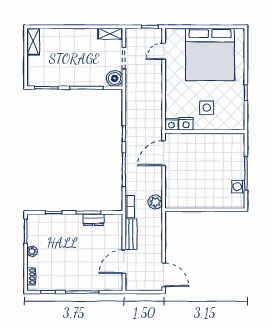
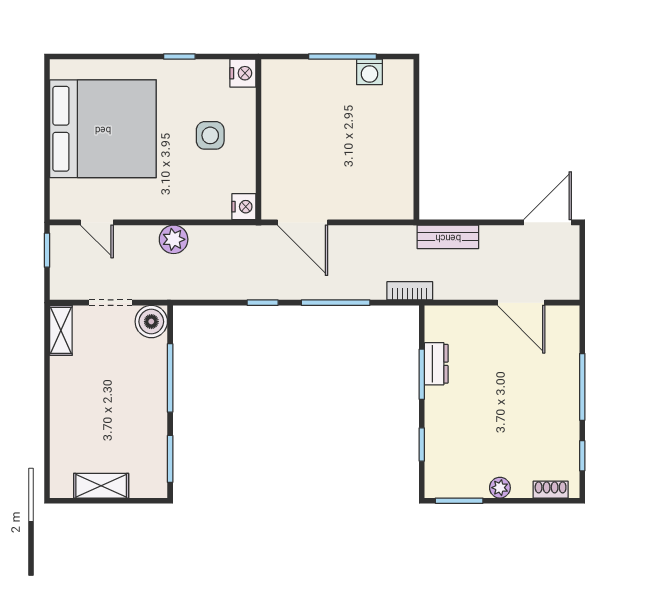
shelving: (33, 42) -> (101, 486), moved
nightstand: (186, 124) -> (243, 73), moved
plant: (155, 202) -> (174, 239), moved
bench: (131, 234) -> (448, 237), moved

